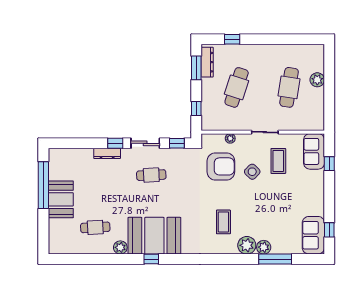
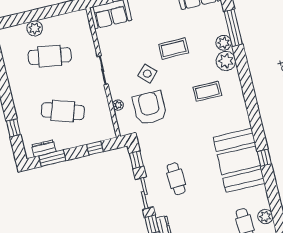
dresser: (207, 62) -> (44, 148), width x0.70
coffee table: (278, 161) -> (174, 49), moved
plant: (120, 247) -> (265, 216), moved

